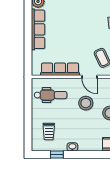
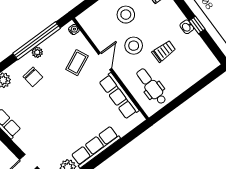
trolley: (49, 132) -> (164, 51), moved
window: (57, 154) -> (197, 25), moved

